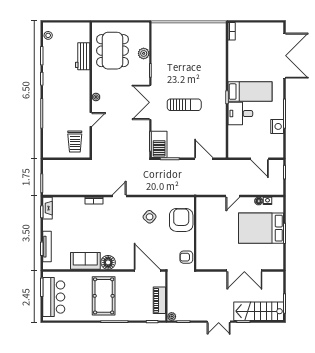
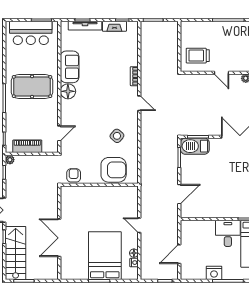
sun lounger: (184, 105) -> (237, 173), removed
fireplace: (48, 208) -> (114, 26), moved
door: (147, 271) -> (59, 133), width x0.53

